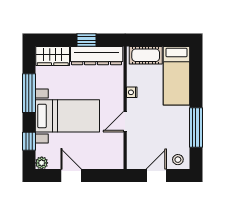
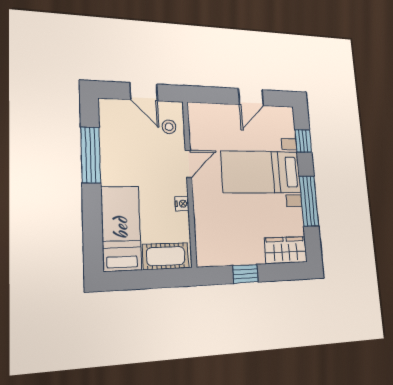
dresser: (97, 56) -> (231, 253), removed
stool: (178, 160) -> (169, 127), moved
plant: (42, 163) -> (287, 114), removed
door: (71, 176) -> (251, 97), hinge flipped
door: (156, 176) -> (144, 92), hinge flipped

